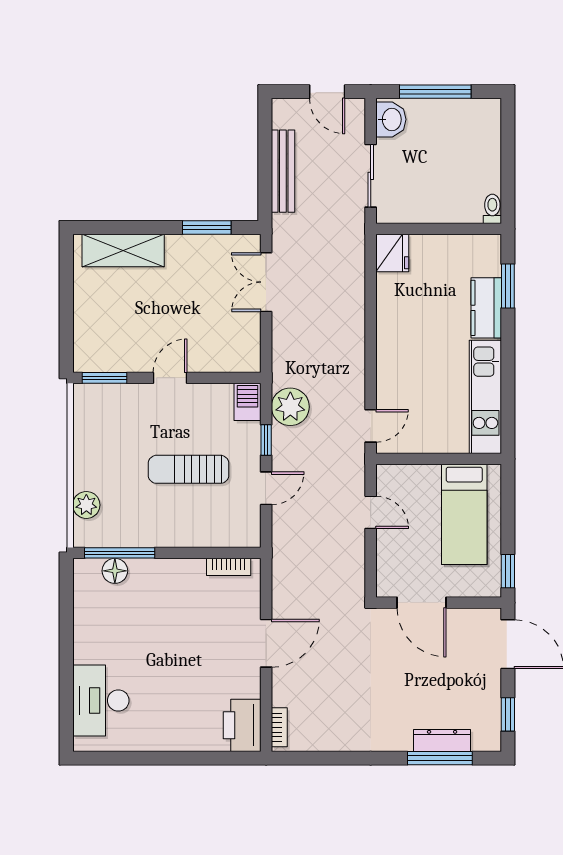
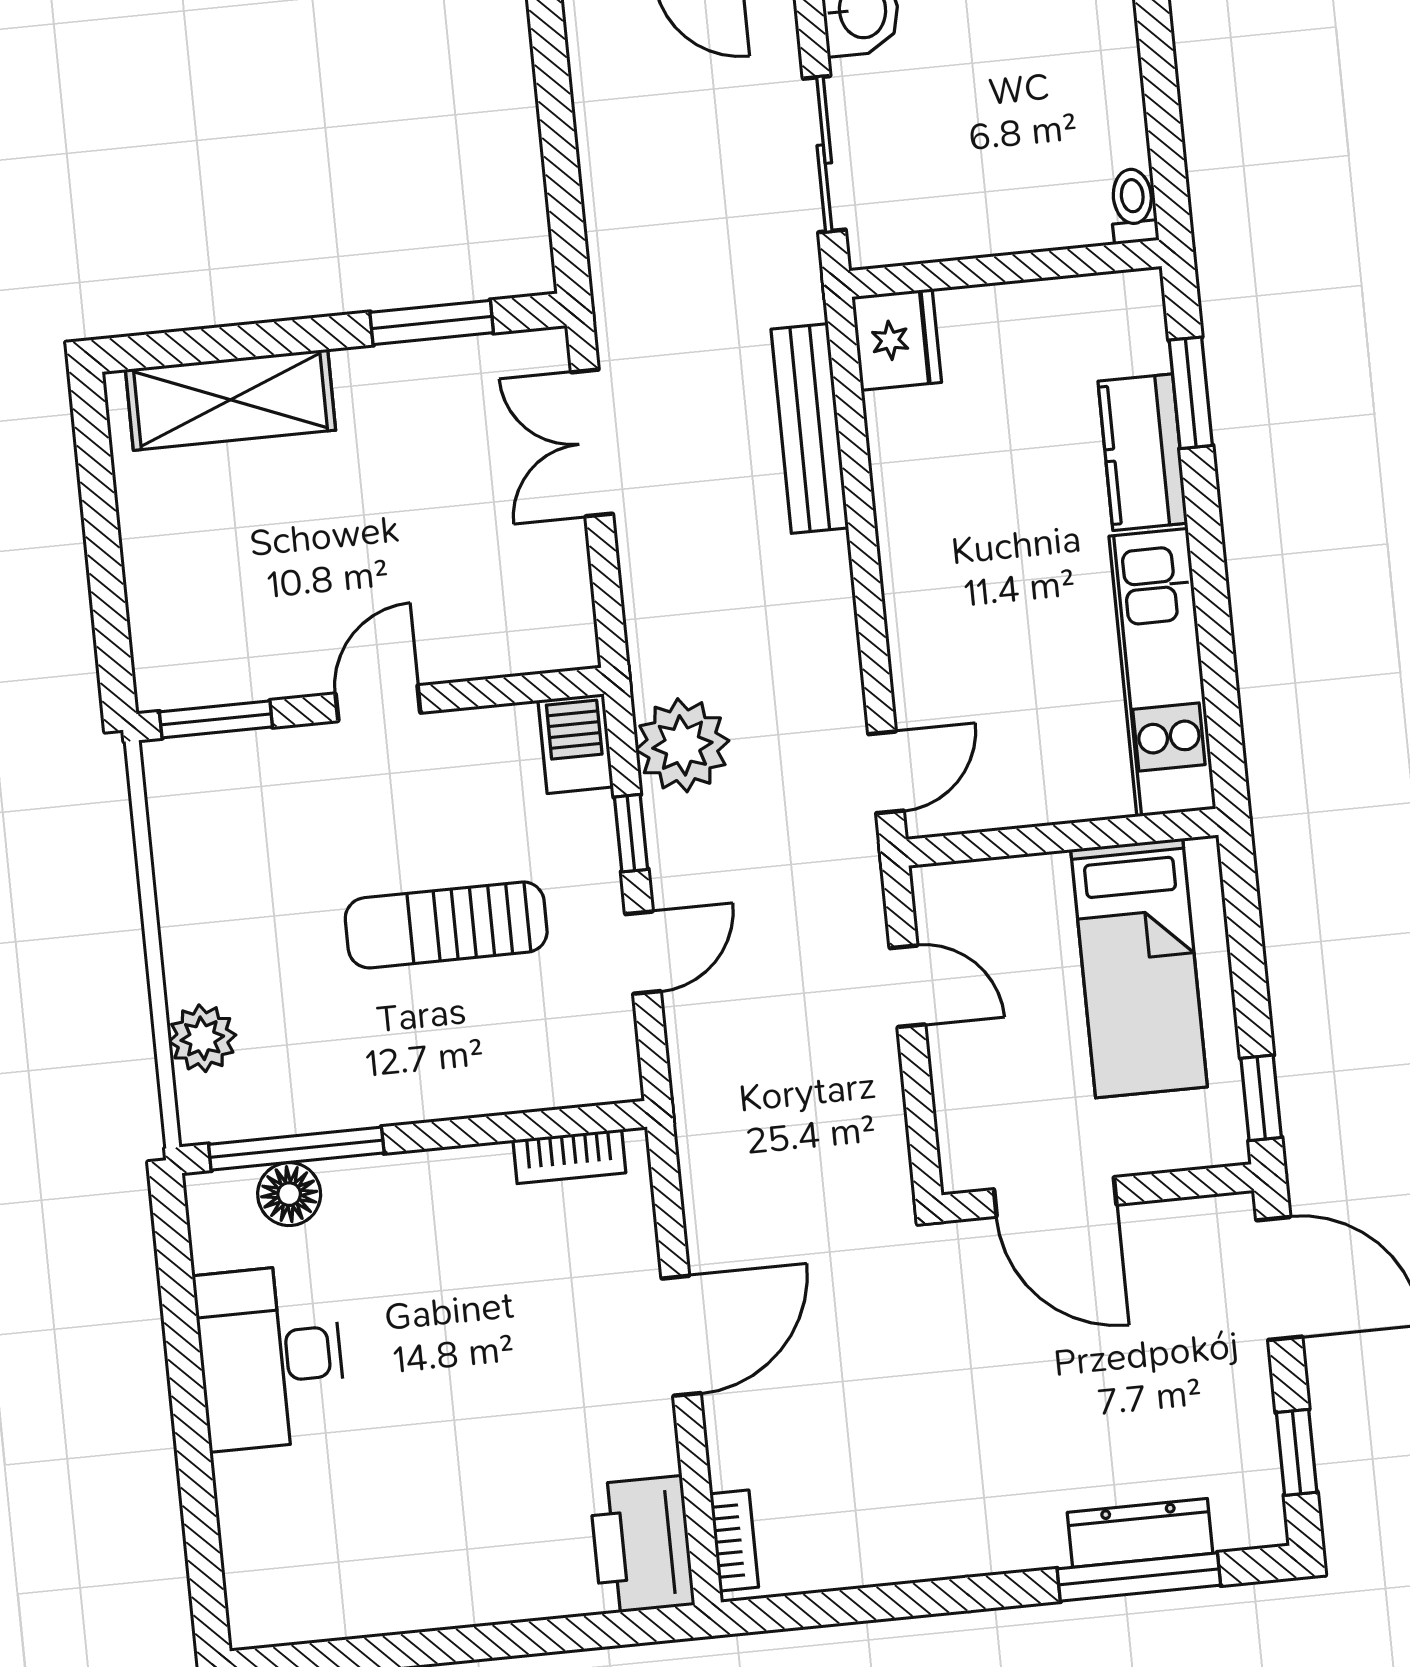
bench: (283, 171) -> (810, 428), moved
desk: (101, 700) -> (270, 1357), moved

